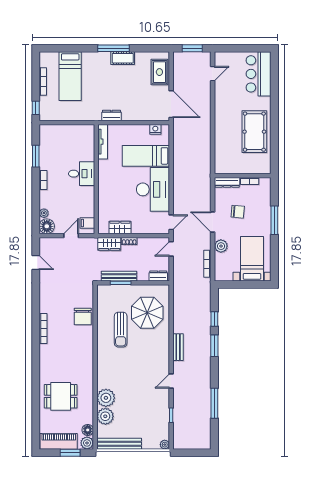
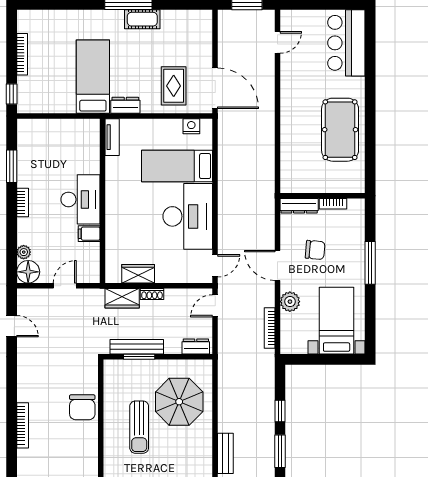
rug: (159, 72) -> (174, 86), moved
bed: (70, 76) -> (93, 77), moved, turned 180
tv unit: (103, 142) -> (112, 137), width x0.71
desk: (82, 174) -> (81, 199), width x1.37
filing cabinet: (87, 223) -> (89, 234), moved

